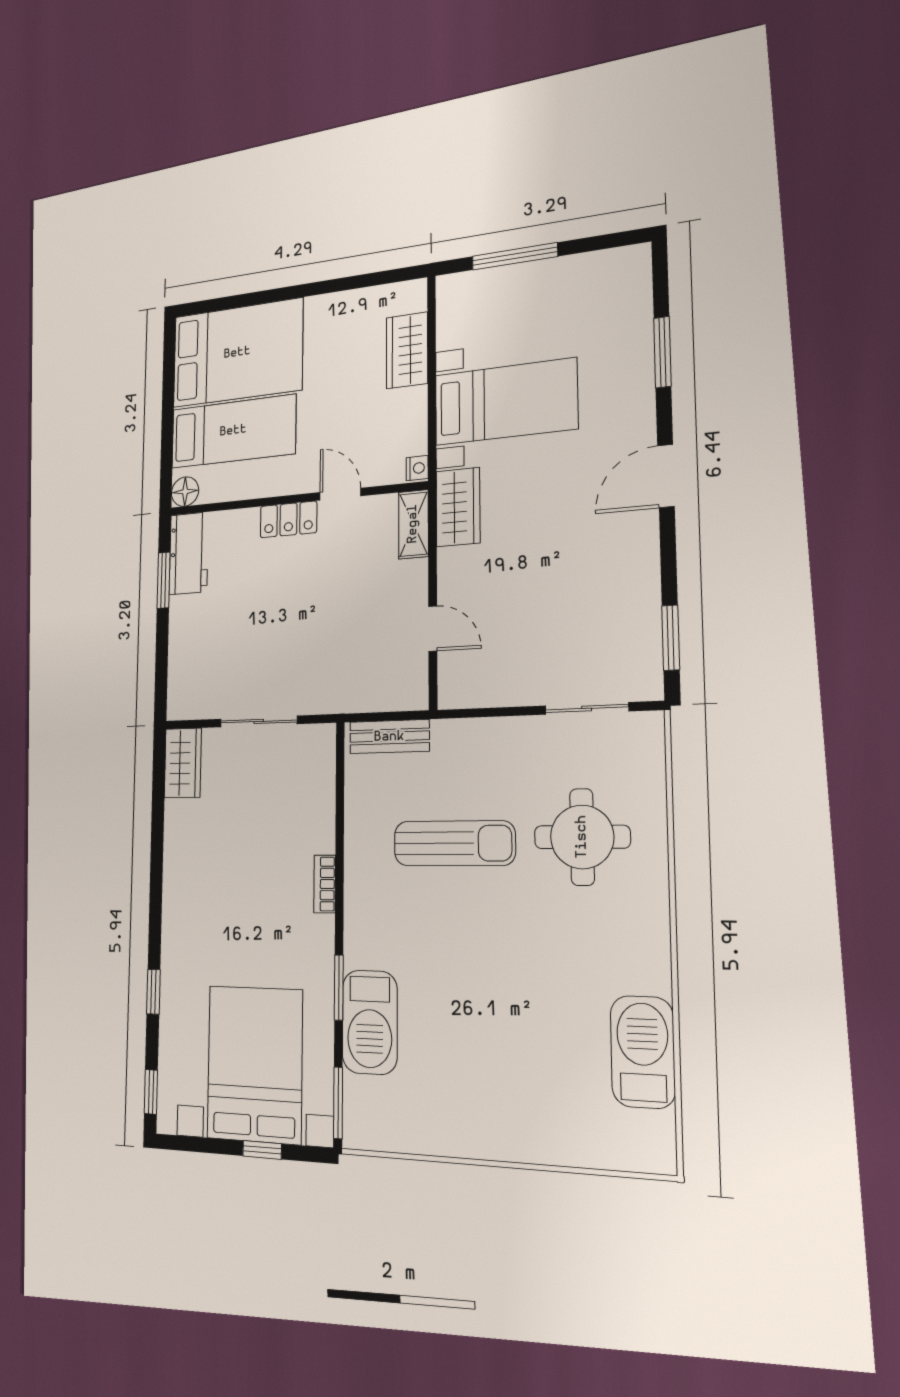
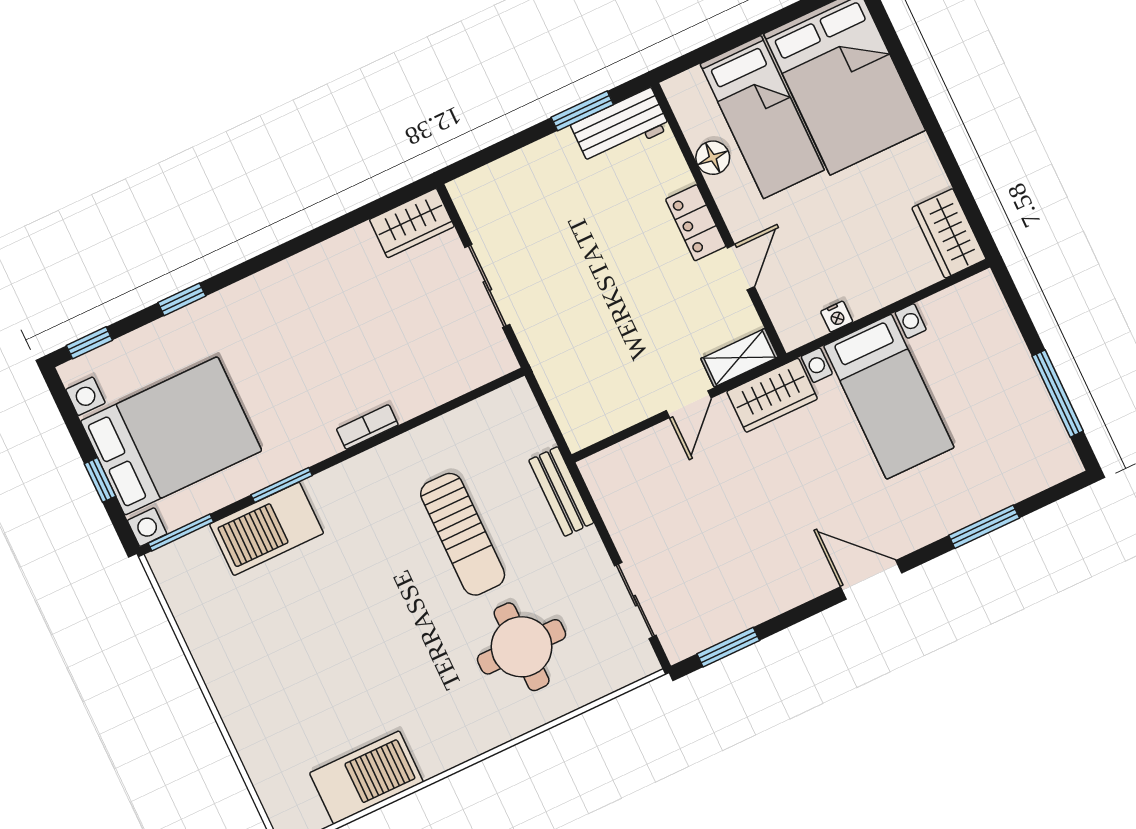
window: (515, 256) -> (1058, 394), moved
wardrobe: (407, 350) -> (949, 233), moved, turned -90
nightstand: (417, 468) -> (837, 317), moved
floor lamp: (185, 492) -> (713, 158), moved
door: (433, 629) -> (689, 404), moved
bench: (389, 737) -> (561, 491), moved

